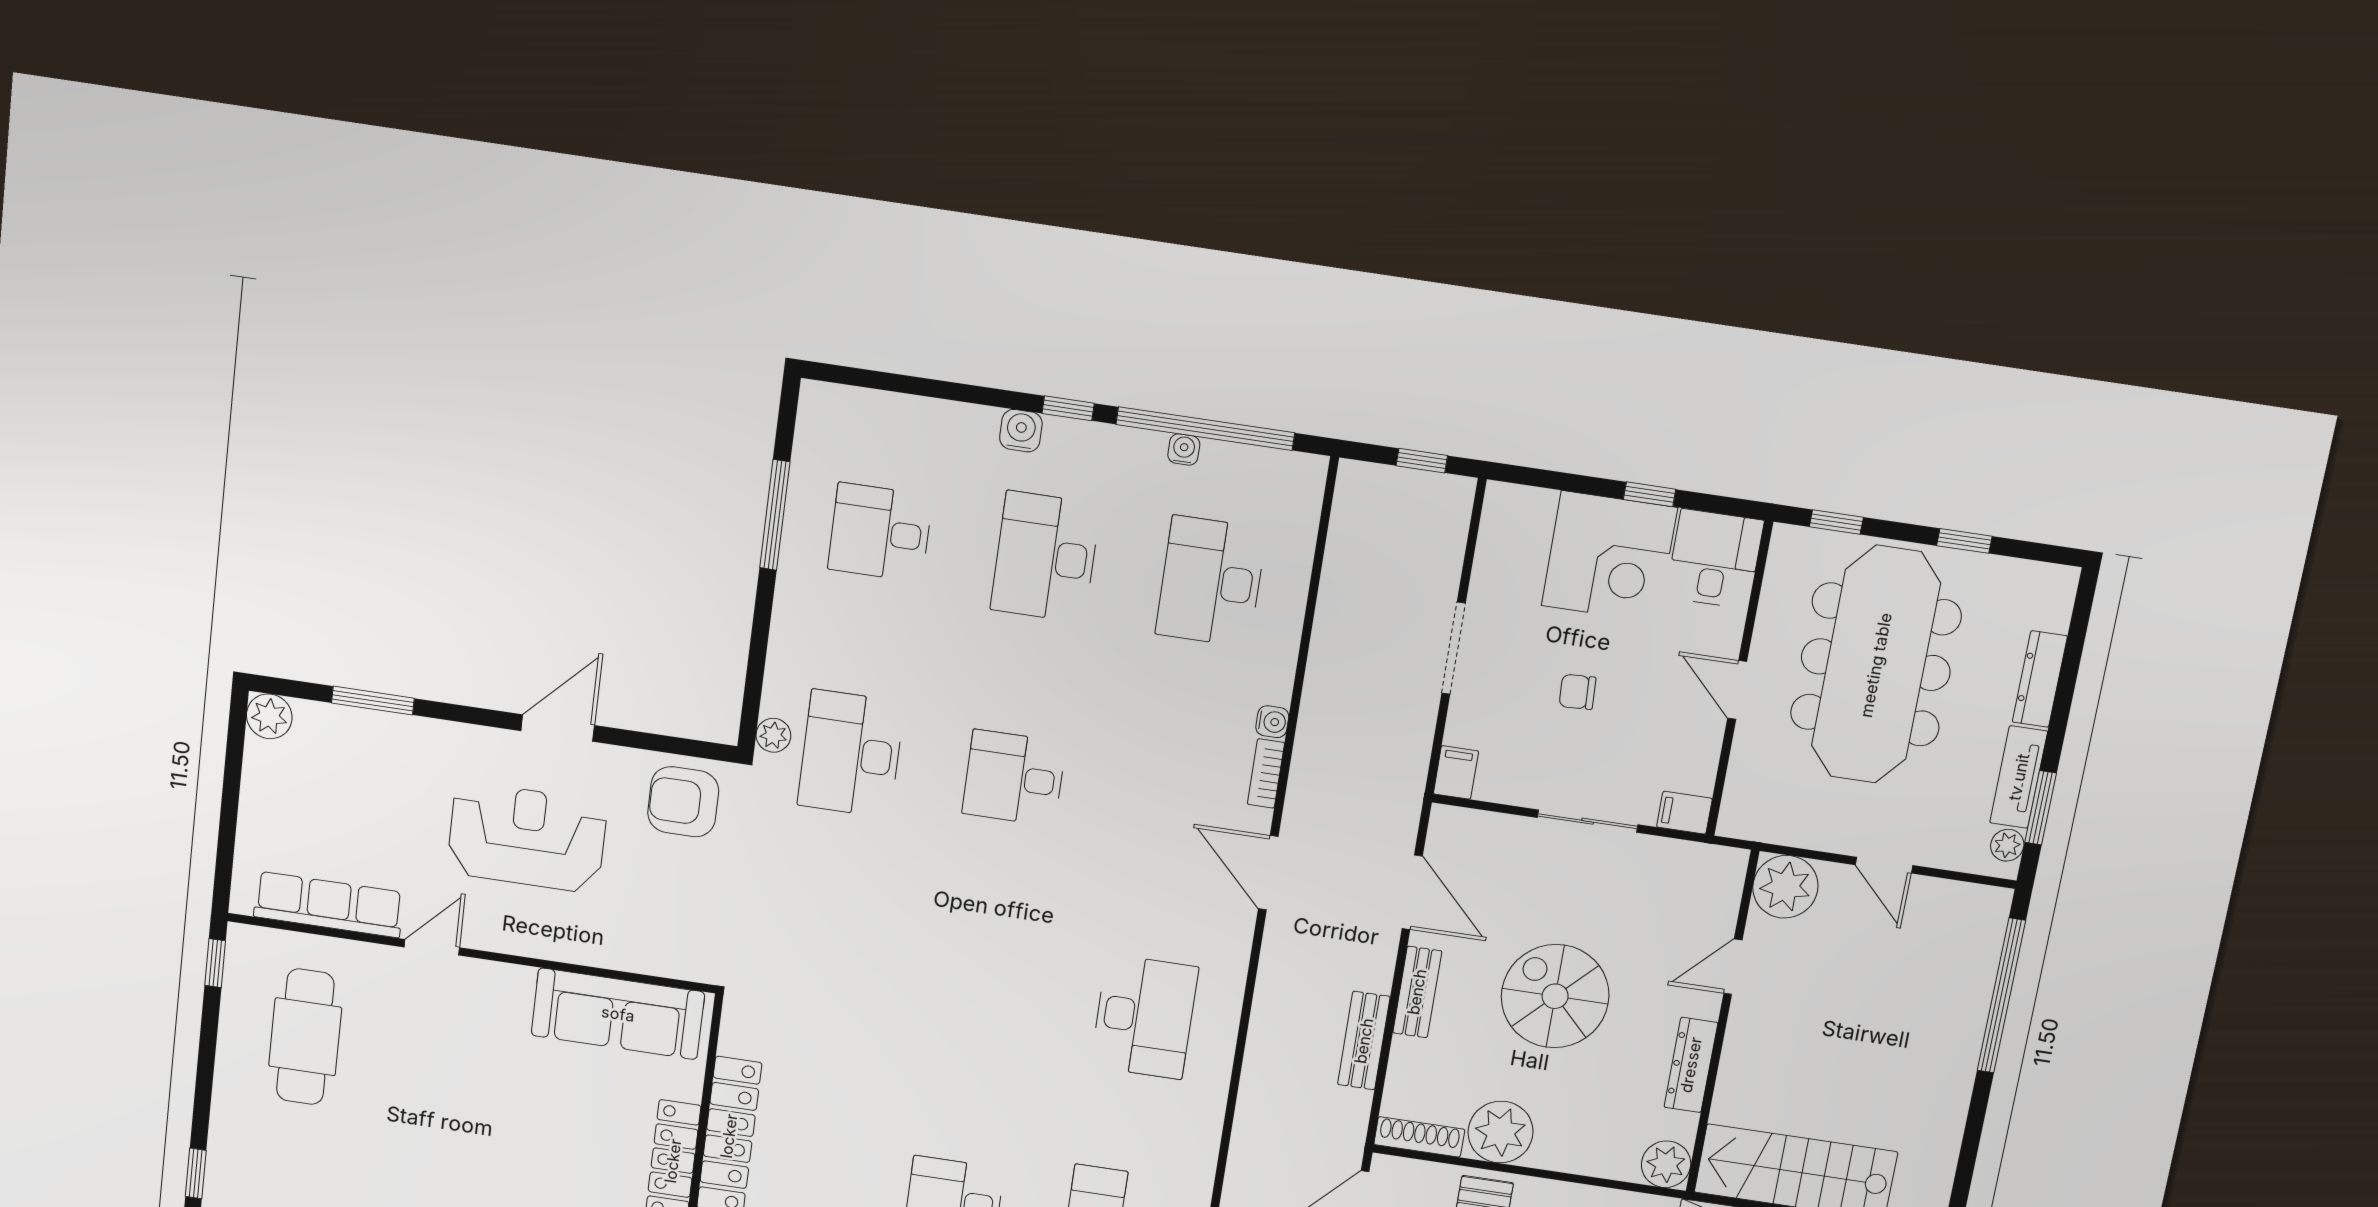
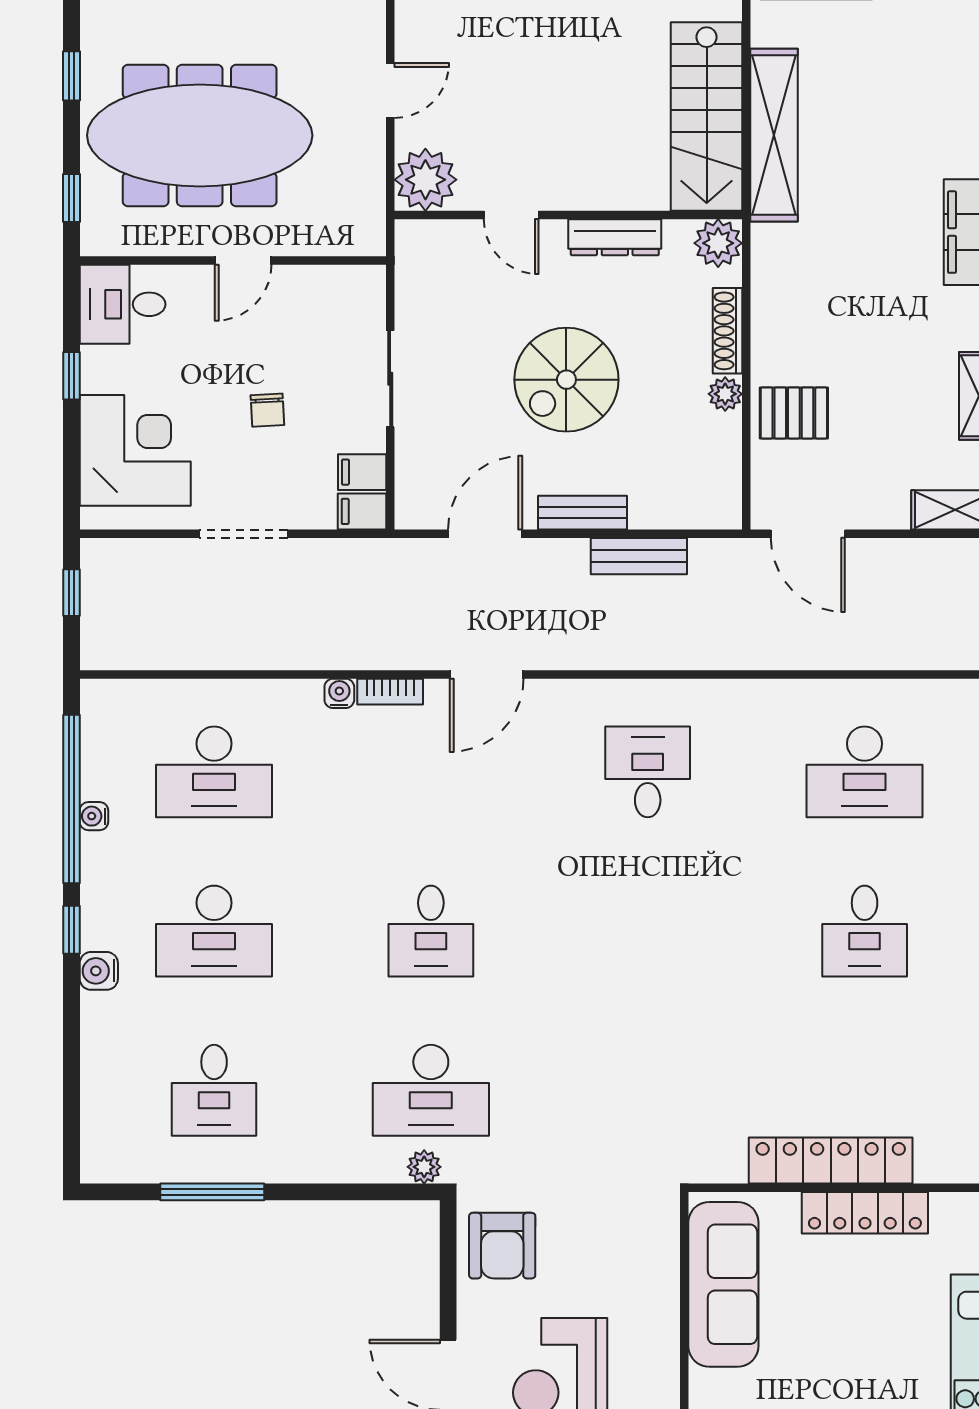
corner desk: (1609, 557) -> (135, 450), moved
filing cabinet: (1684, 813) -> (362, 472), moved, turned 90
desk: (1144, 1017) -> (648, 772), width x0.73
plant: (1501, 1132) -> (725, 394), width x0.53, depth x0.53
shoe rack: (1419, 1137) -> (728, 331), moved

